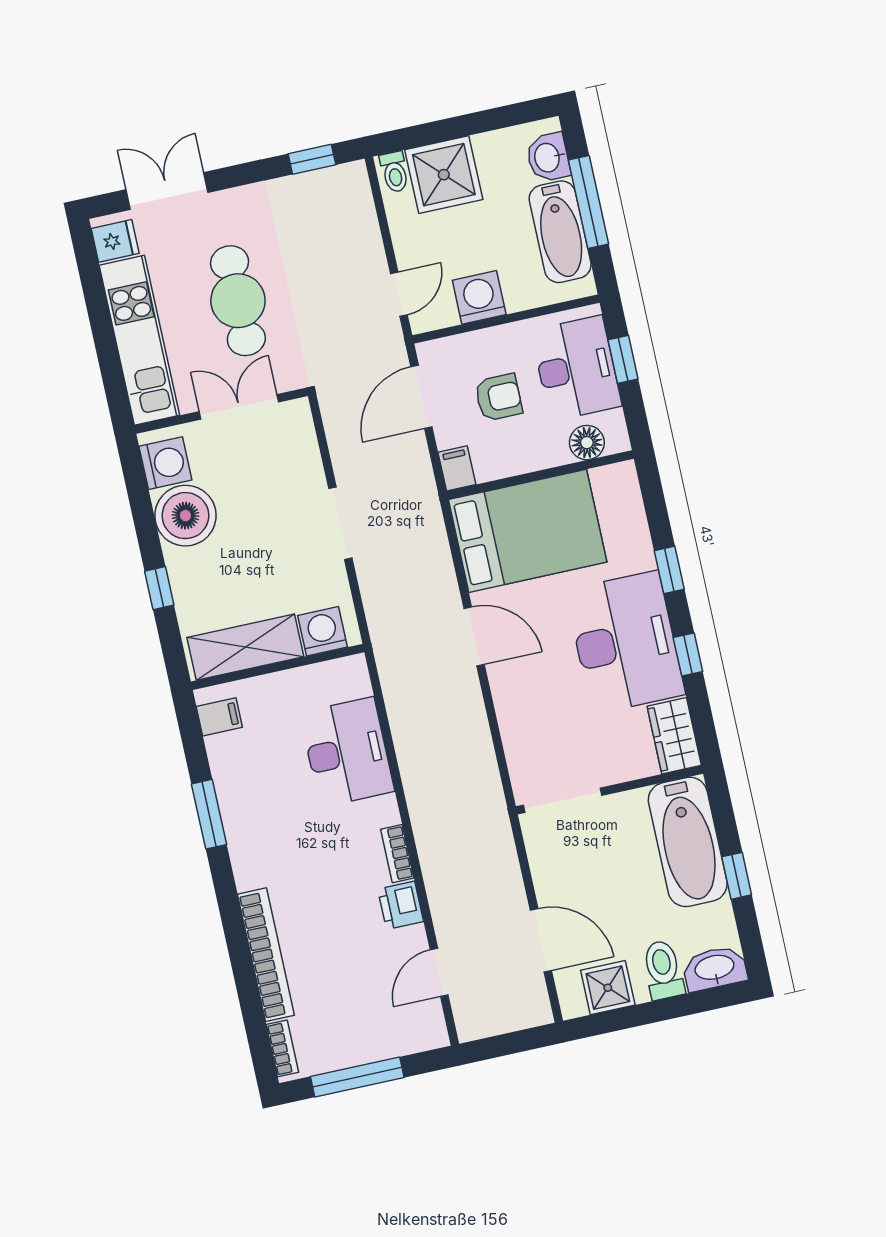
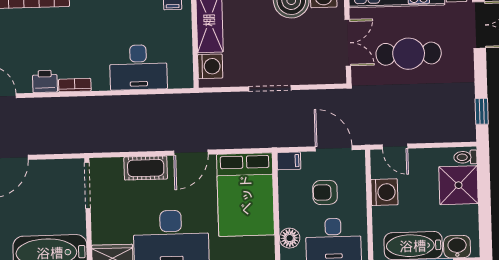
armchair: (499, 397) -> (325, 192), turned 90
cot: (515, 708) -> (146, 168), added

